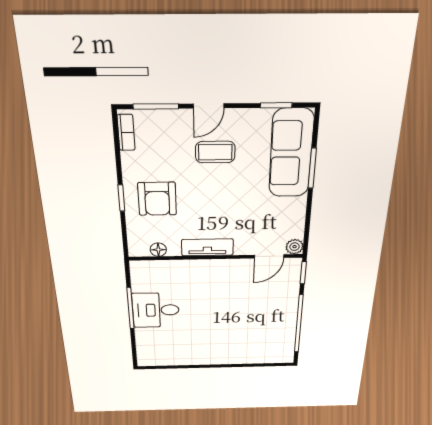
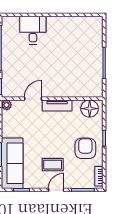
armchair: (157, 199) -> (85, 148), moved
floor lamp: (158, 250) -> (90, 109), width x1.89, depth x1.89
door: (269, 256) -> (33, 99), moved
desk: (156, 310) -> (33, 30), moved, turned -90

